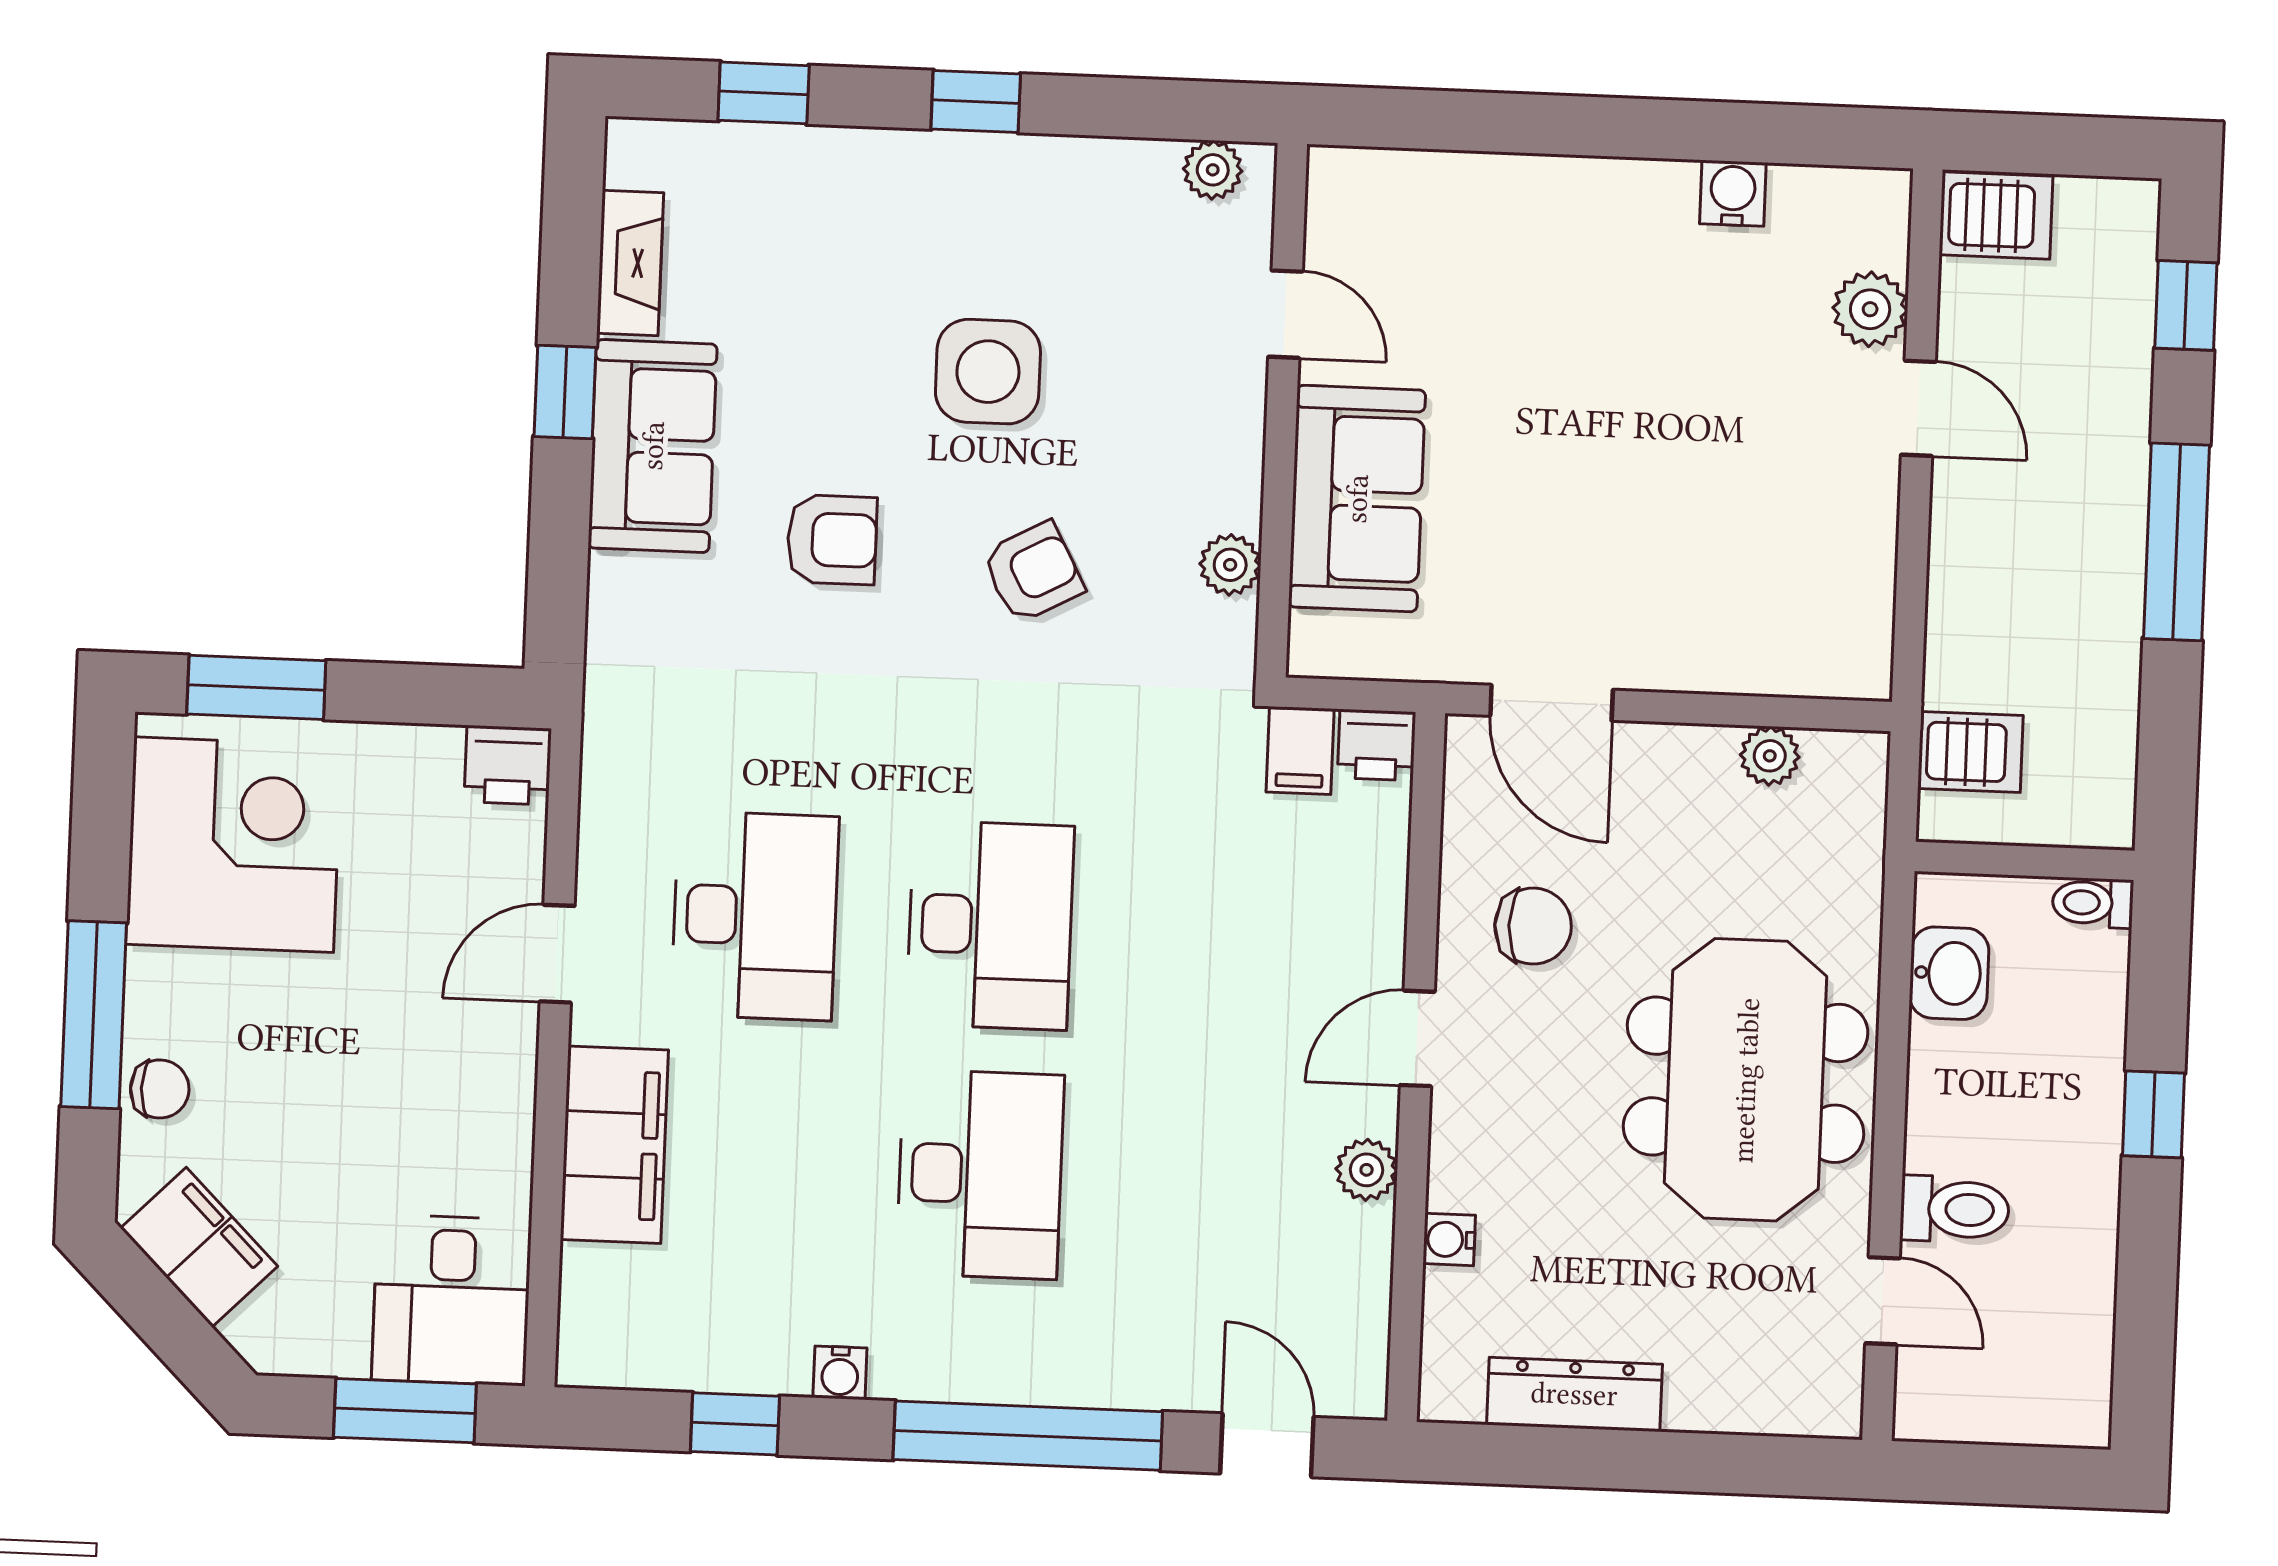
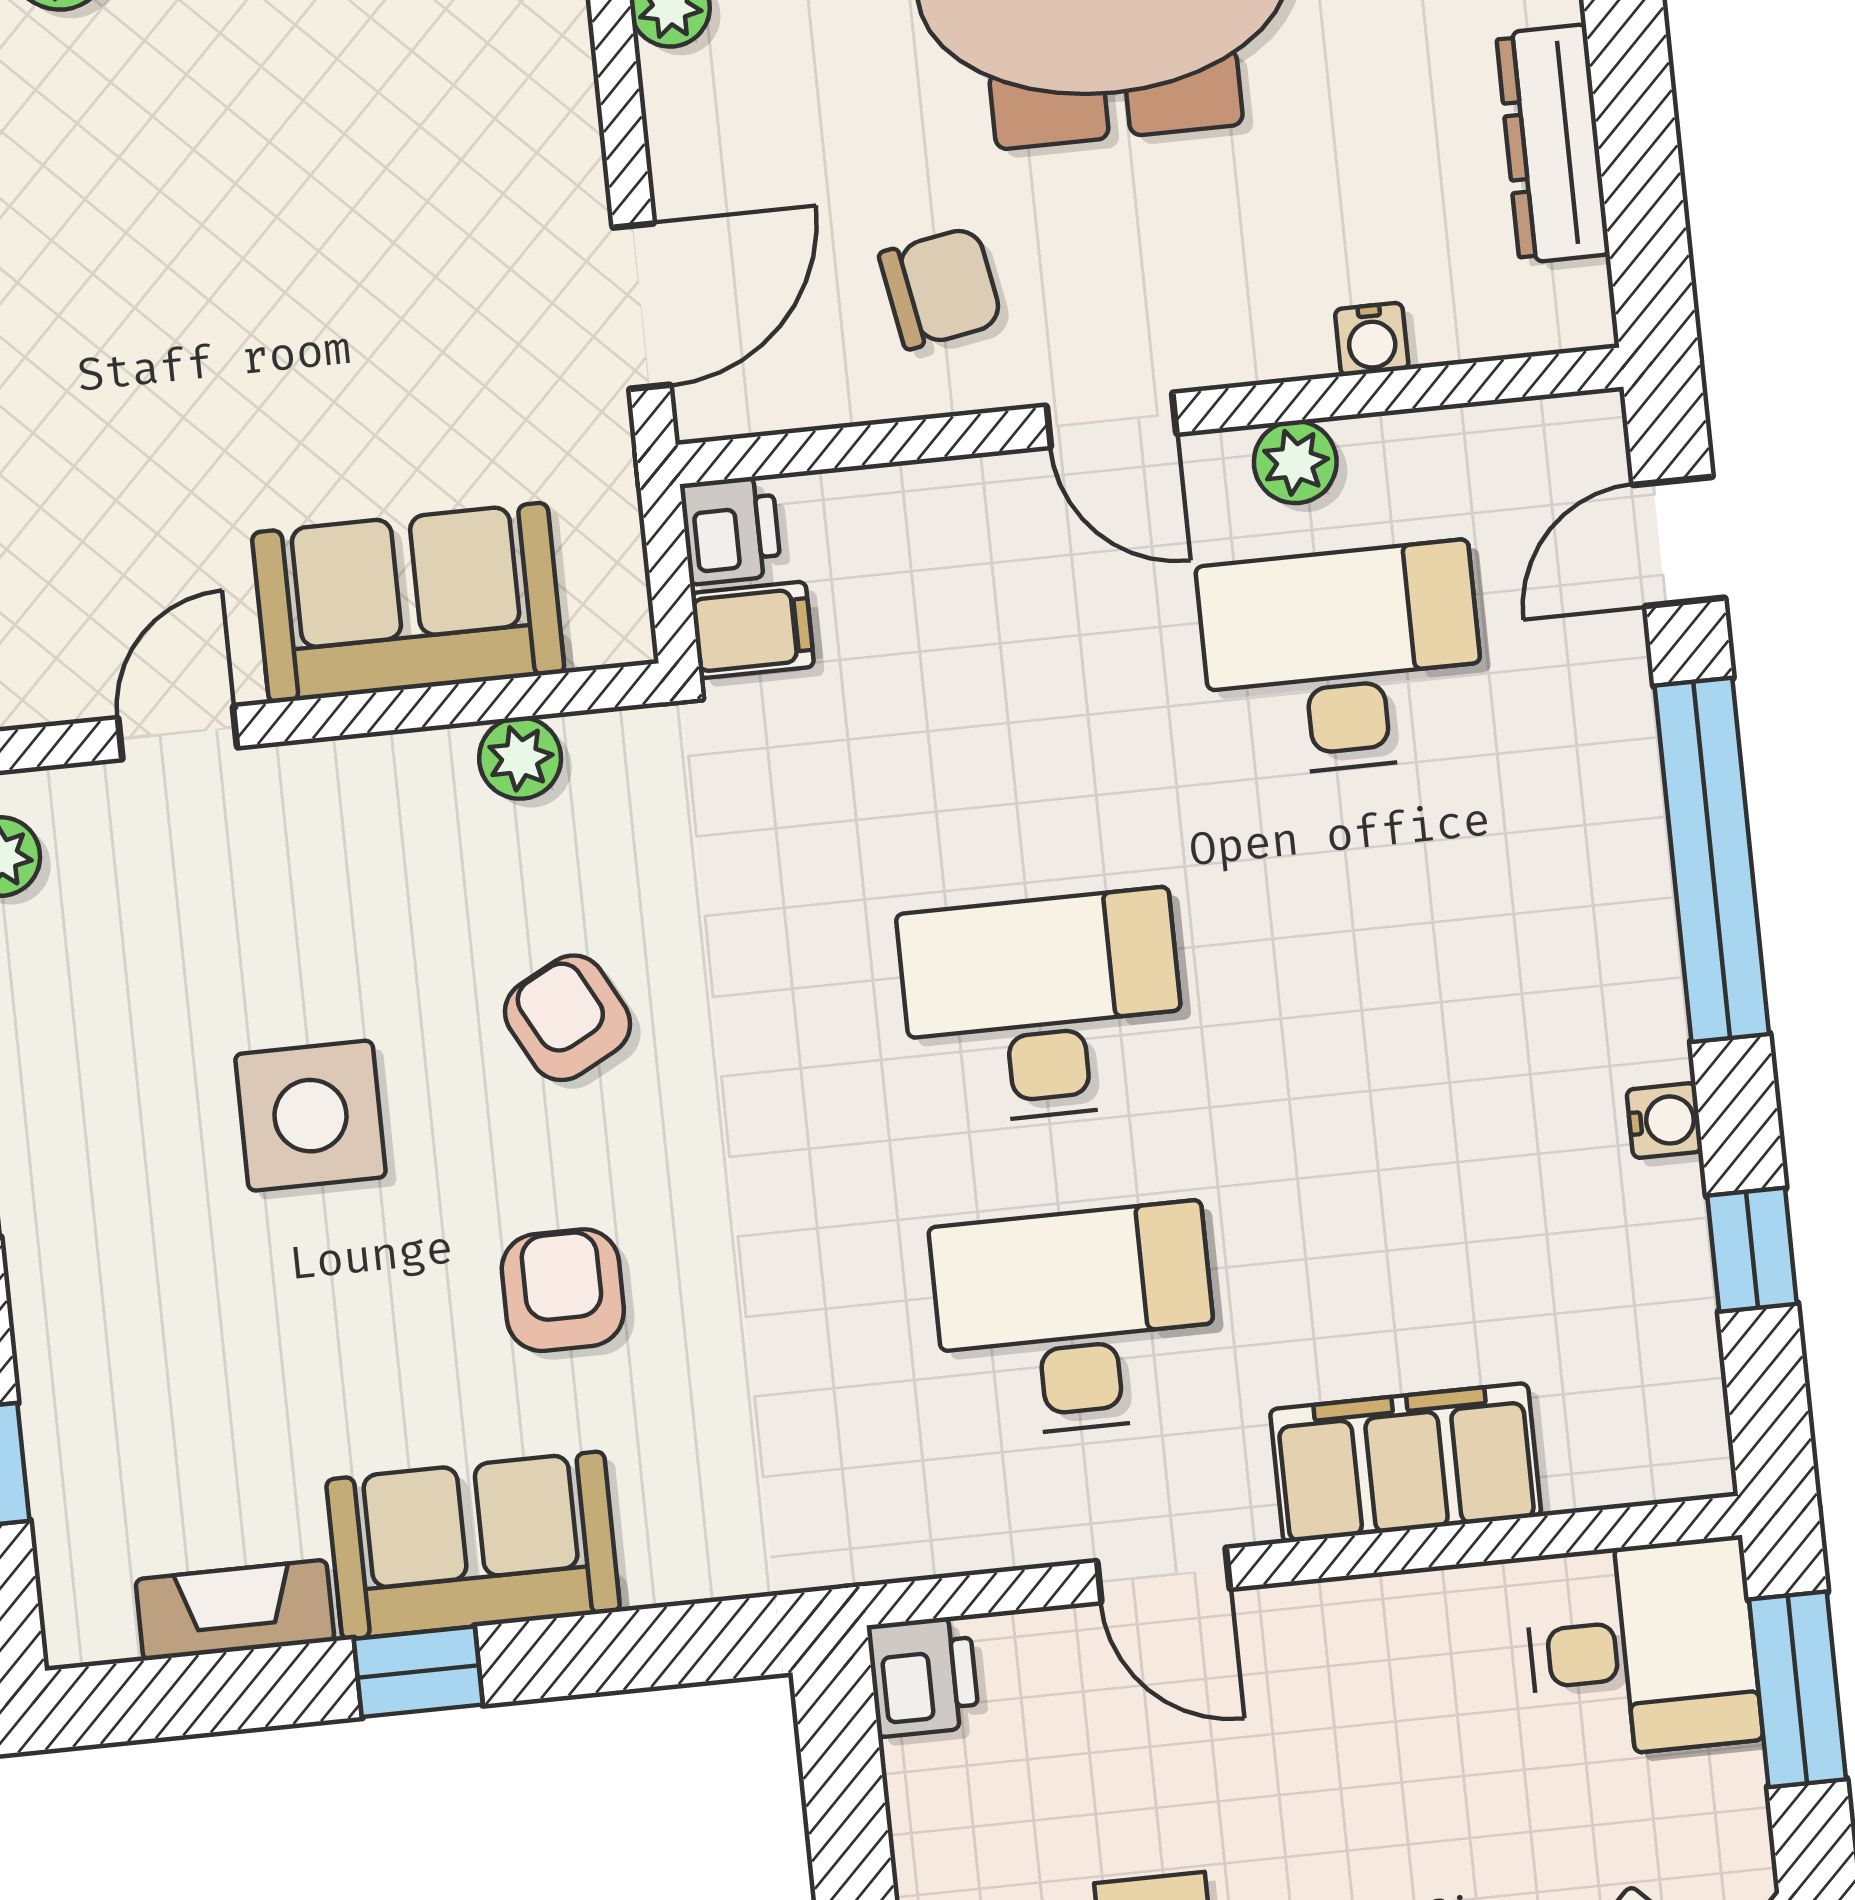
chair: (1533, 926) -> (941, 288), turned 80
desk: (980, 1174) -> (1342, 660), moved

